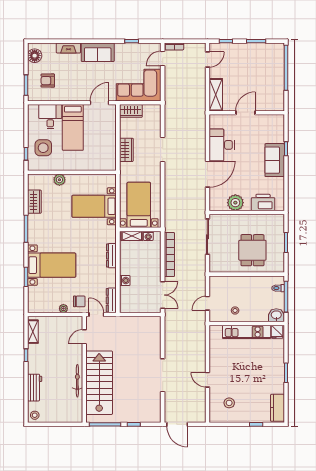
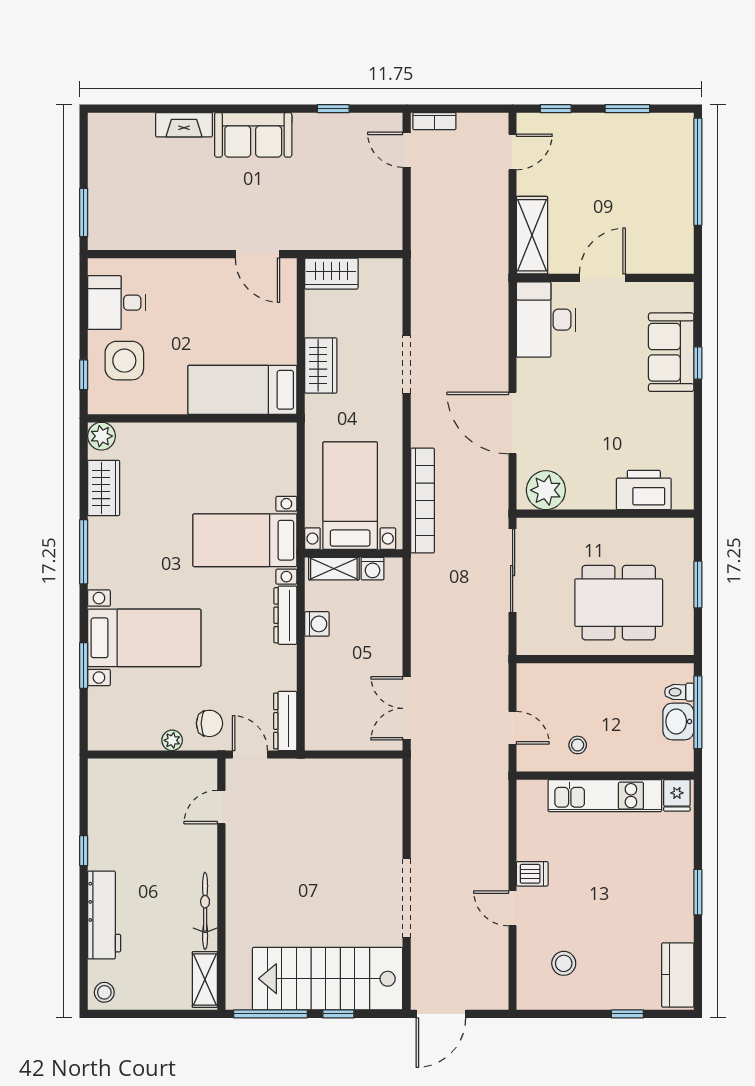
floor lamp: (35, 56) -> (104, 143), removed
door: (163, 59) -> (407, 150), hinge flipped
armchair: (48, 81) -> (135, 202), removed
corner sofa: (139, 85) -> (350, 213), removed
door: (100, 103) -> (257, 254), swing flipped
desk: (50, 117) -> (117, 303), moved, turned -90
bed: (73, 127) -> (242, 390), moved, turned 90
desk: (222, 145) -> (546, 320), moved
sofa: (275, 160) -> (671, 352), moved
door: (207, 174) -> (513, 423), swing flipped
plant: (59, 180) -> (102, 436), moved
plant: (235, 203) -> (546, 490), moved
bed with nightstands: (94, 206) -> (245, 540), moved
dining table: (252, 250) -> (619, 603), width x1.37
bookcase: (169, 255) -> (422, 501), moved
washing machine: (125, 280) -> (317, 624), moved
double door: (163, 295) -> (407, 708), swing flipped
door: (207, 303) -> (513, 728), swing flipped
washbasin: (276, 315) -> (678, 722), moved, turned -90
shelving: (33, 332) -> (205, 980), moved
dishwasher: (216, 365) -> (532, 874), added
stairs: (99, 383) -> (328, 979), moved, turned -90
workbench: (35, 388) -> (104, 915), width x1.38
door: (177, 424) -> (441, 1014), hinge flipped

